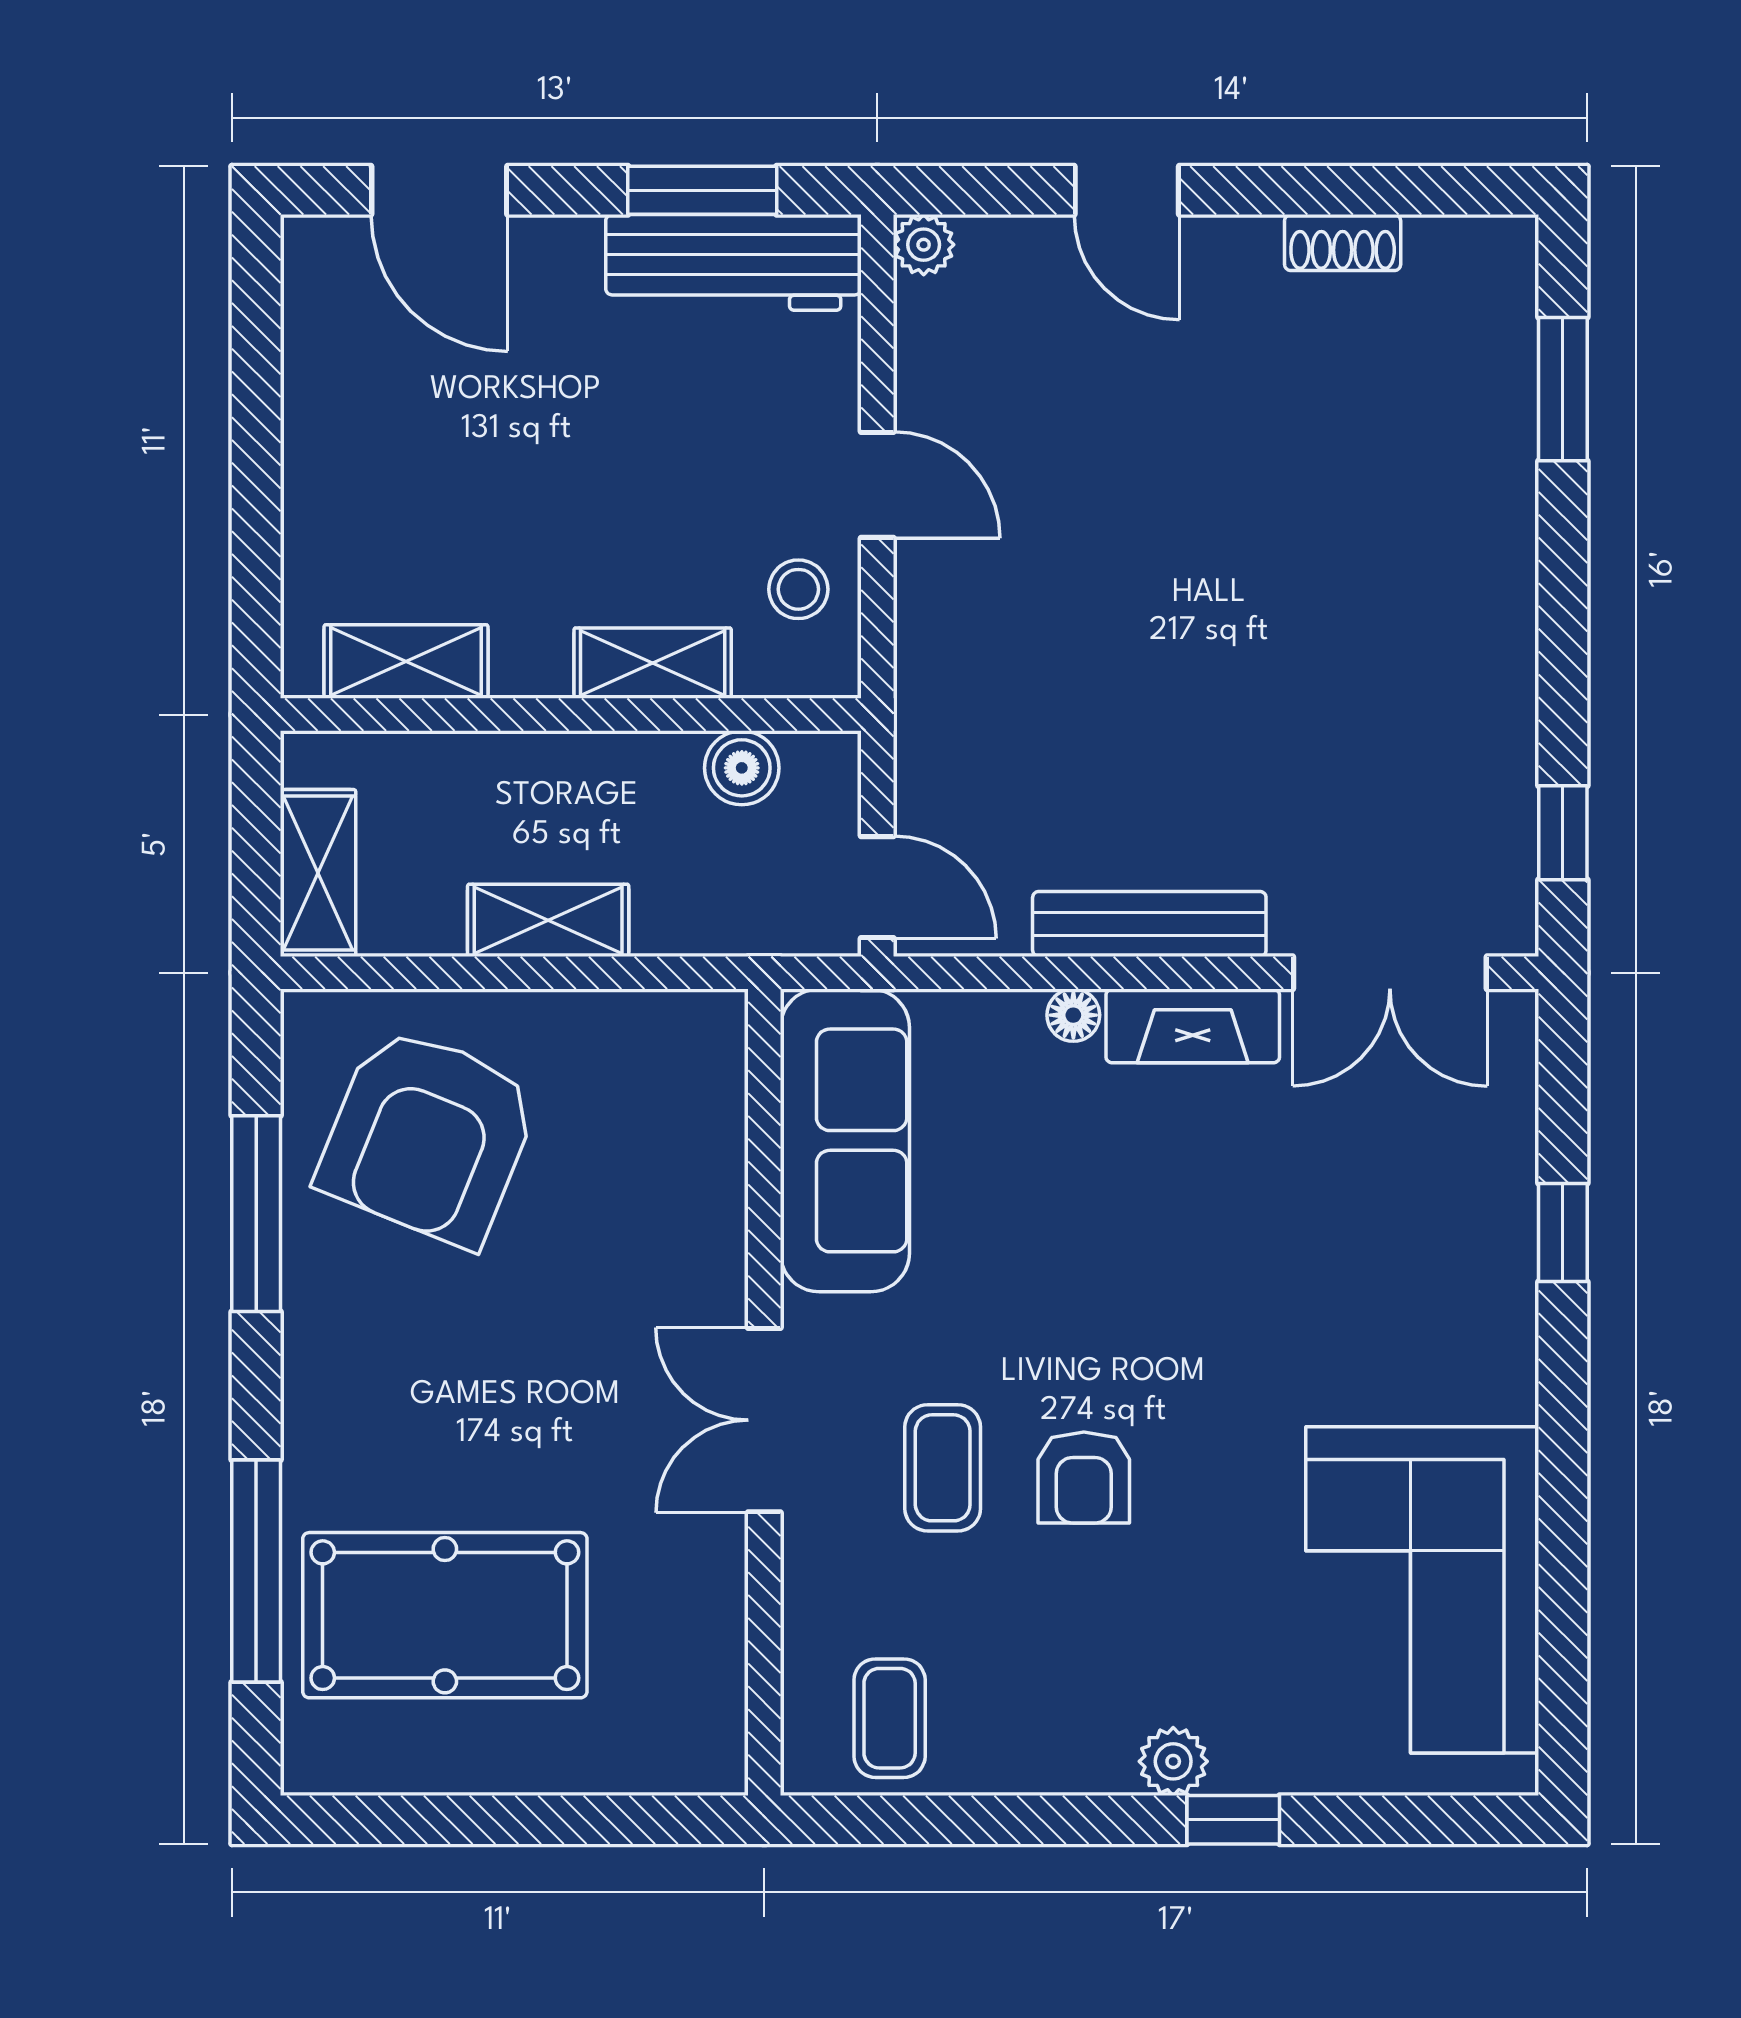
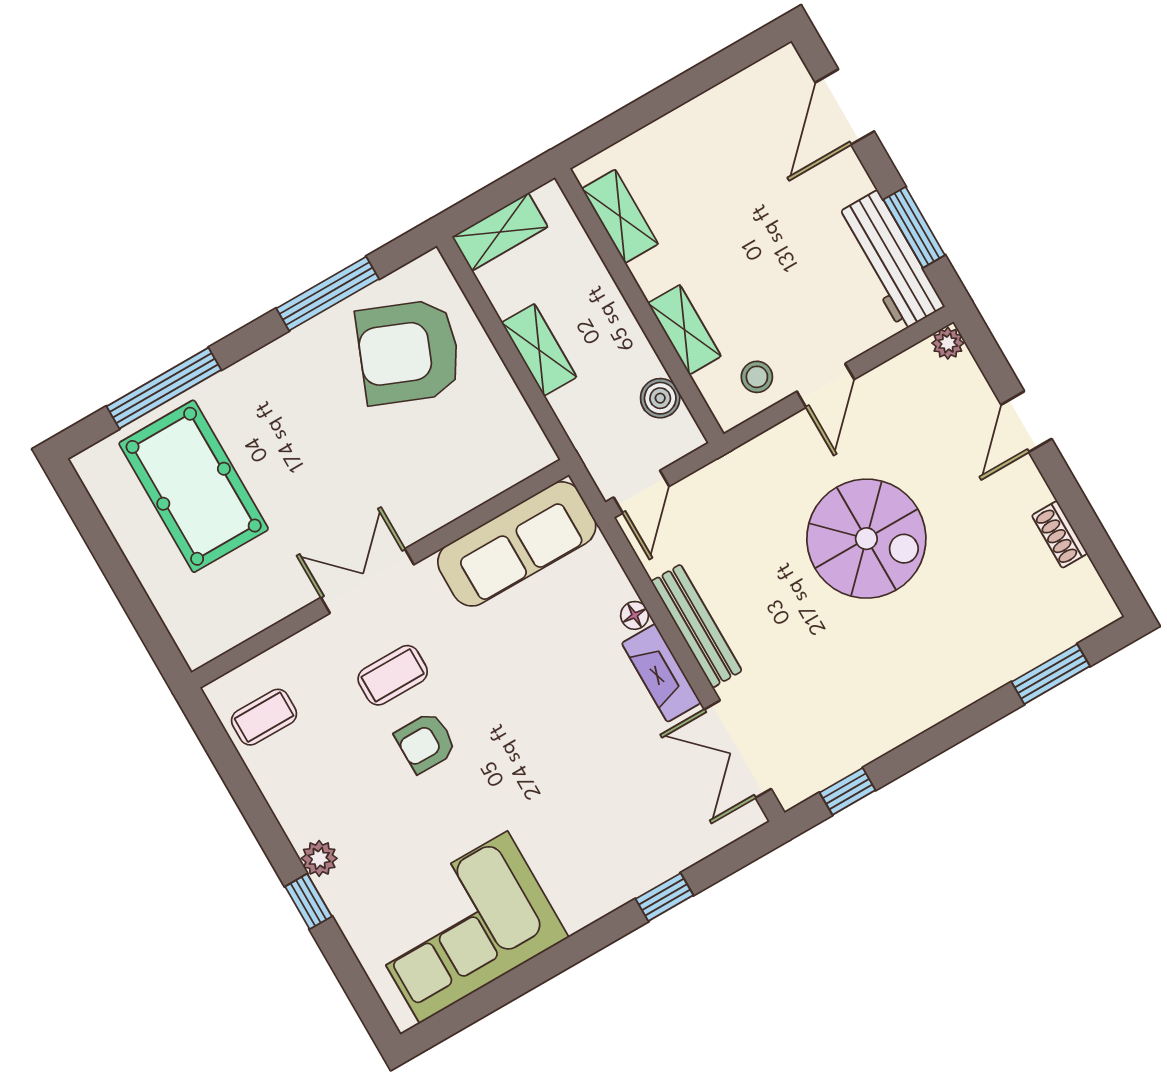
spiral stairs: (1167, 563) -> (866, 539), added

